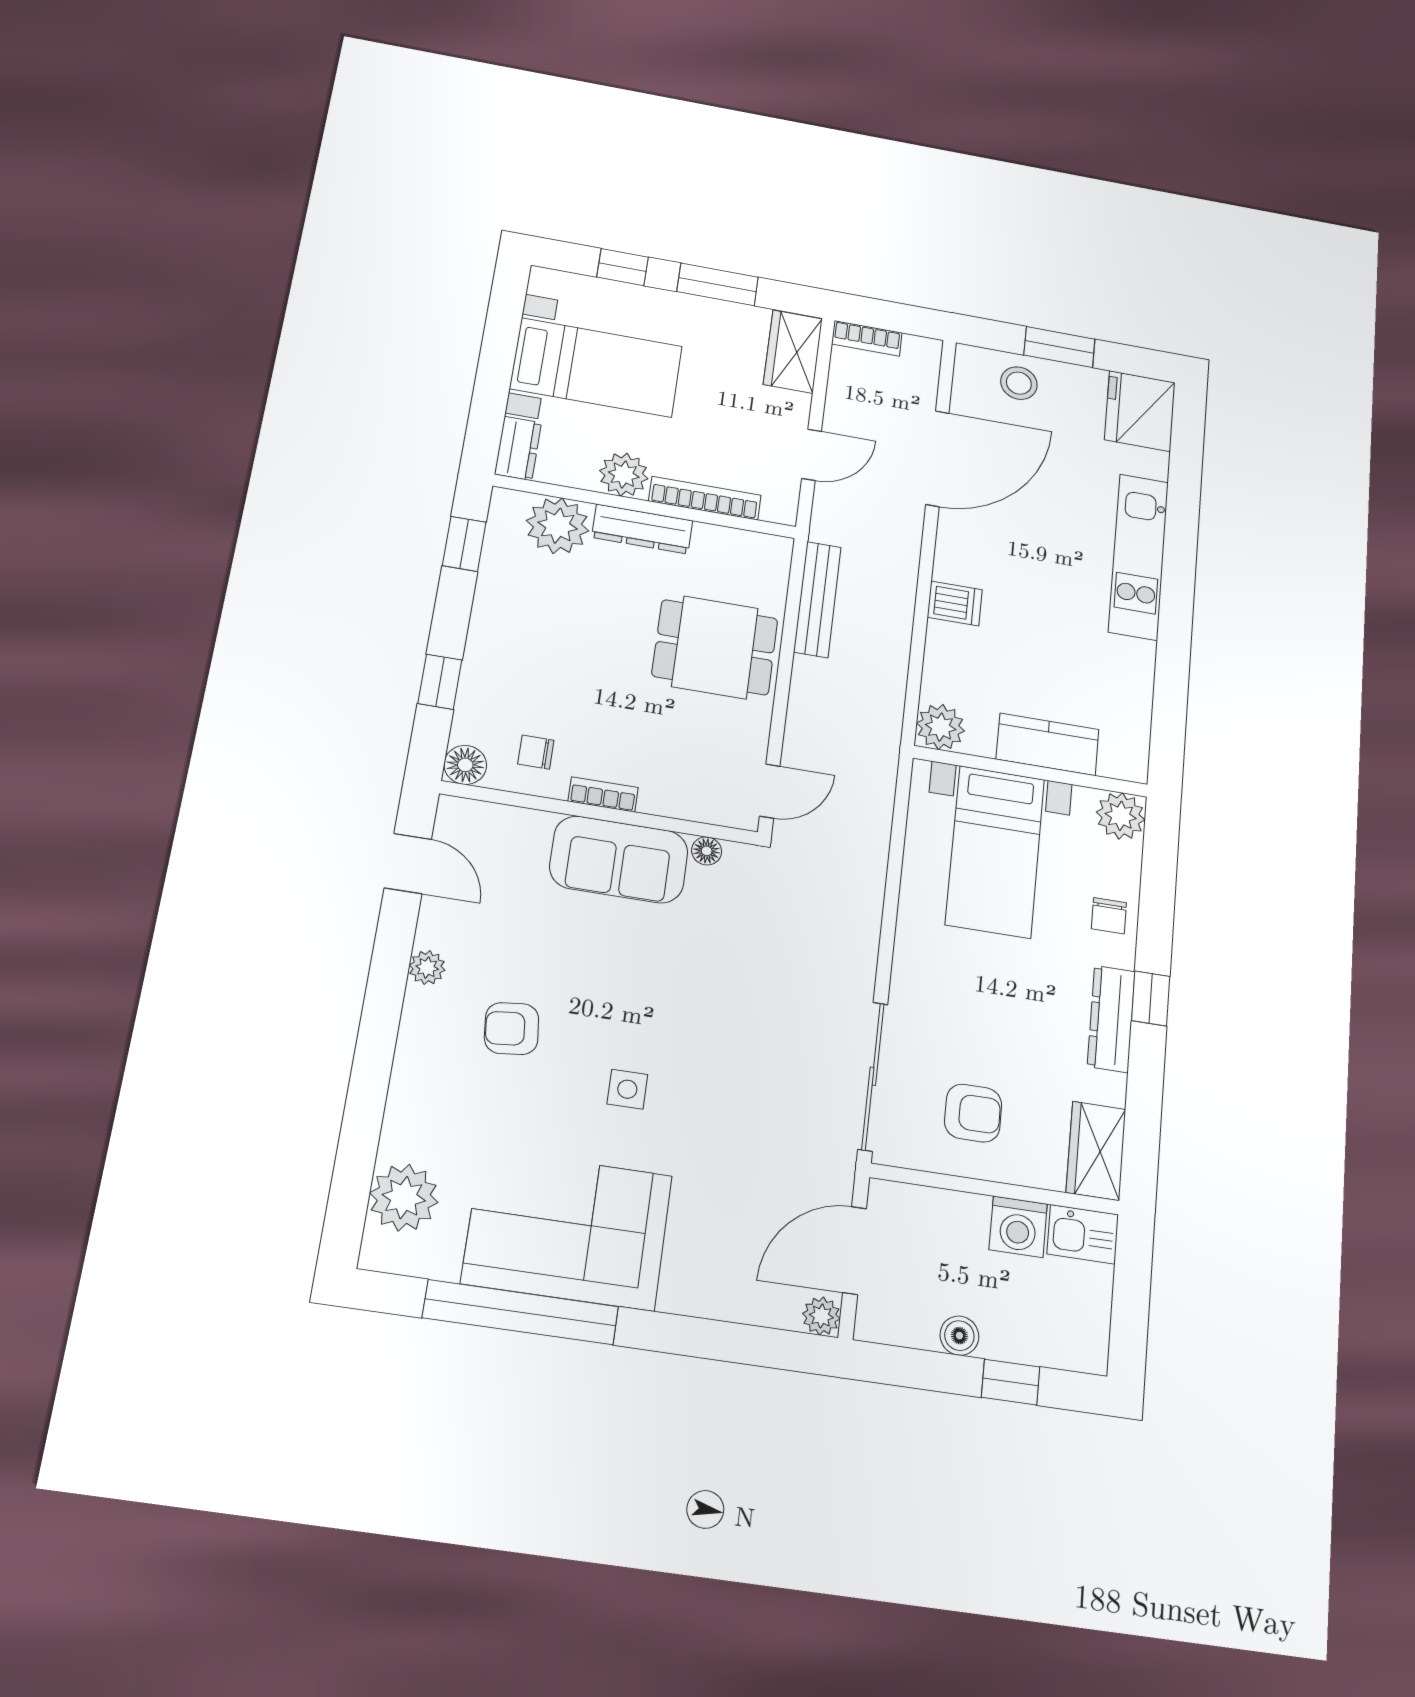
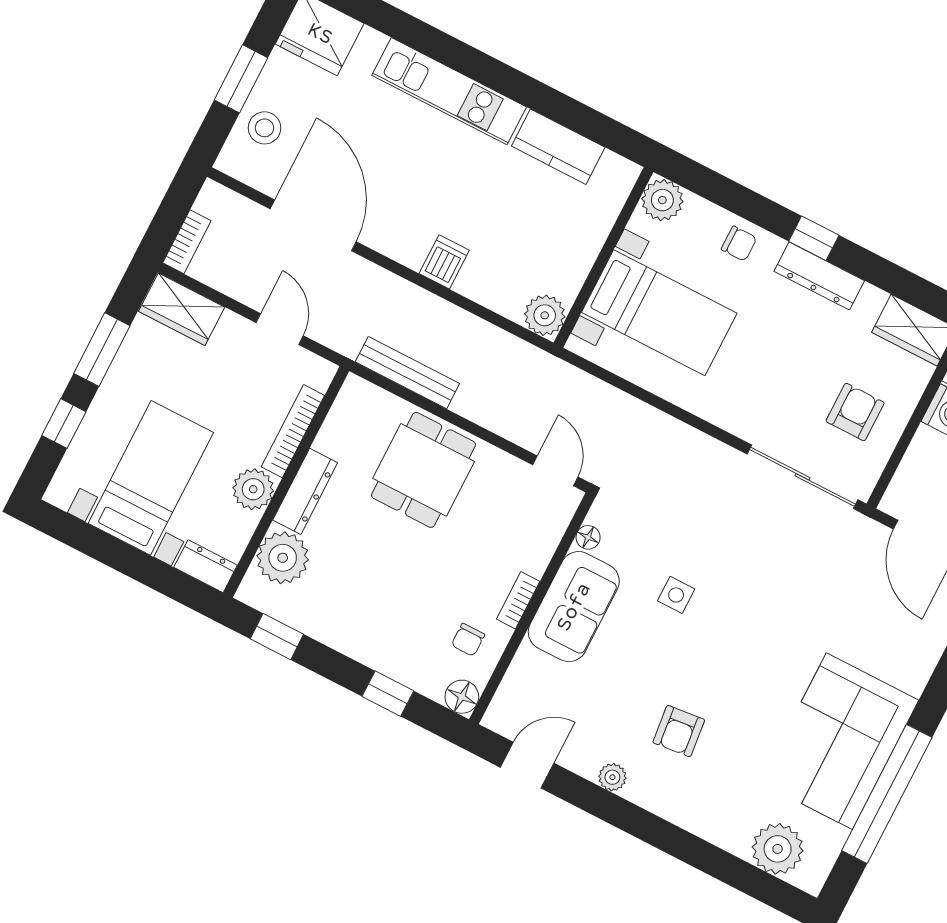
kitchen counter: (1048, 744) -> (558, 147), moved, turned -90
side table: (627, 1089) -> (676, 595), moved

